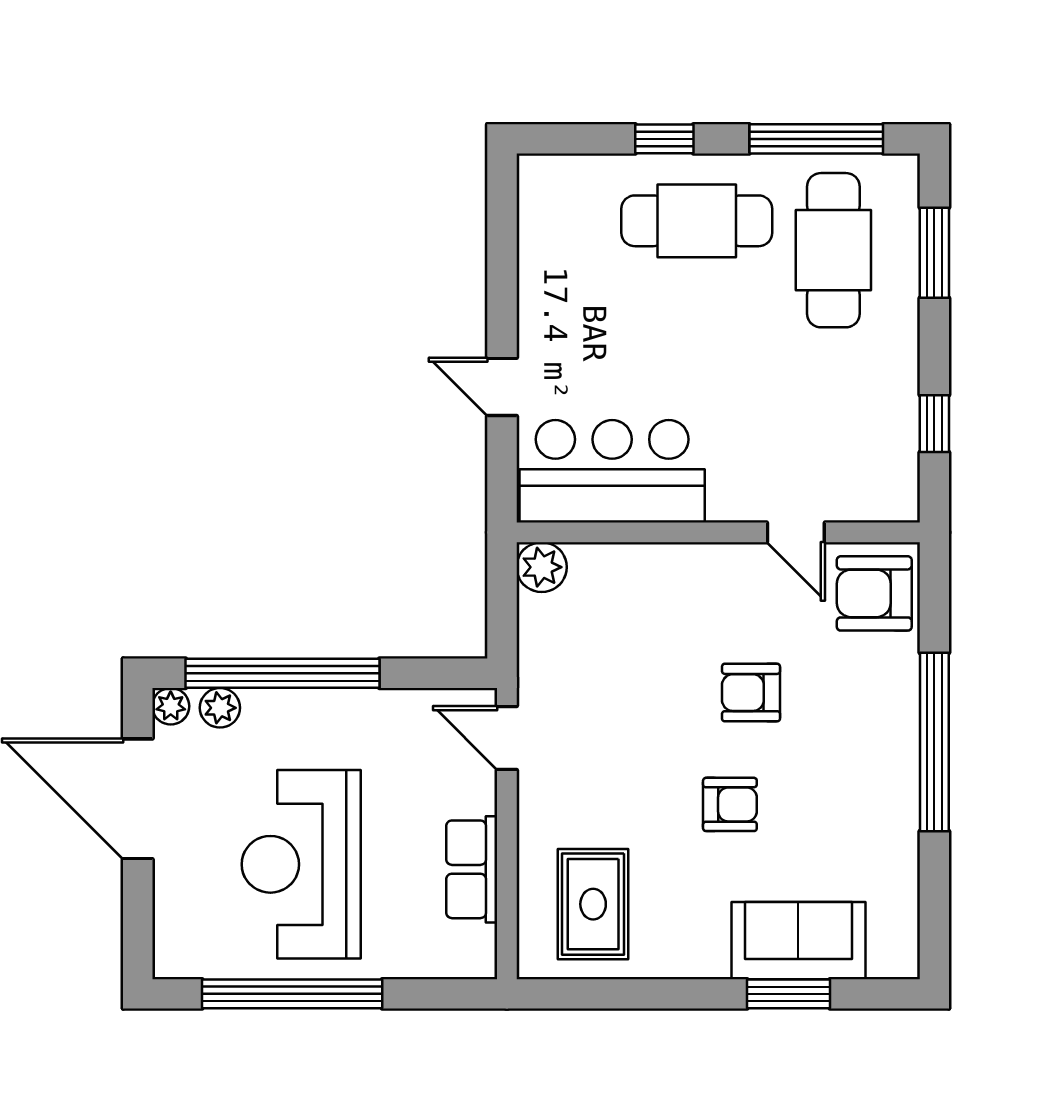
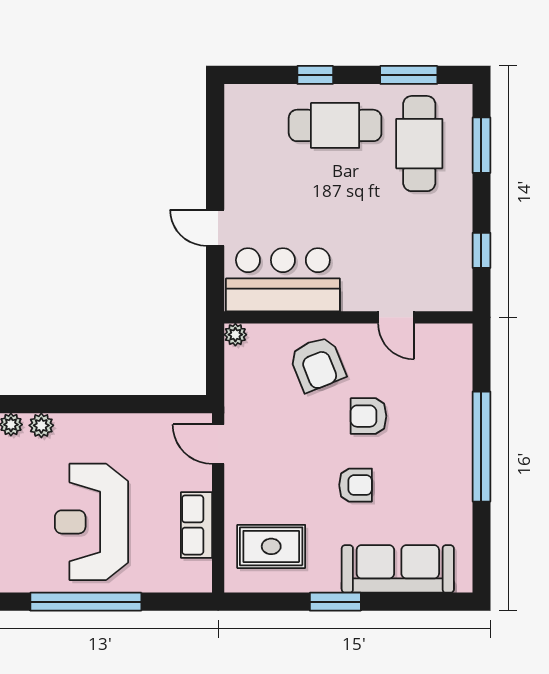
window: (816, 139) -> (409, 75), width x0.69
plant: (542, 567) -> (235, 335), width x0.73, depth x0.73
armchair: (874, 593) -> (317, 364), moved, turned -112
window: (282, 673) -> (80, 404), removed
rug: (593, 904) -> (271, 546), turned 90
sofa: (798, 941) -> (398, 569), width x1.36
window: (788, 994) -> (335, 602), moved

